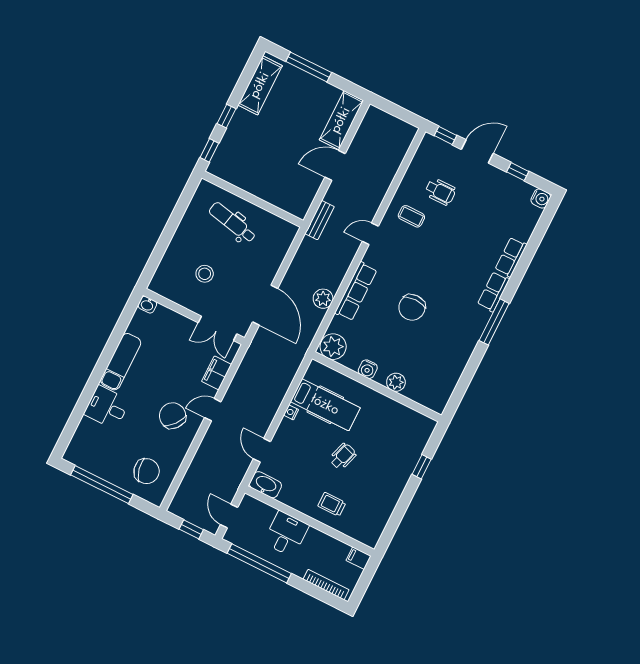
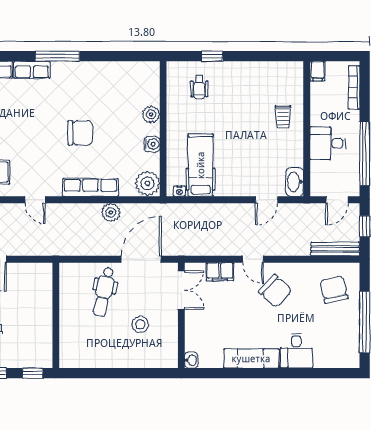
bench: (320, 220) -> (335, 249), moved, width x1.36
dental chair: (232, 222) -> (104, 292), moved
nightstand: (291, 412) -> (179, 191), moved
chair: (173, 416) -> (275, 291), turned -86
wheelchair: (343, 456) -> (199, 87), moved, turned -108

